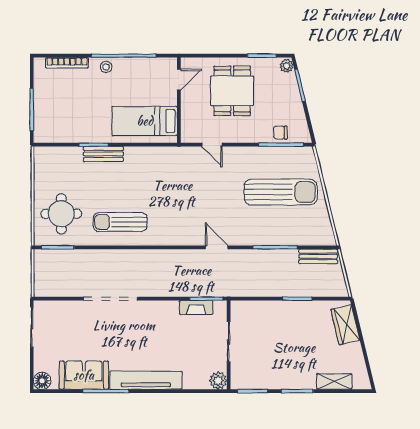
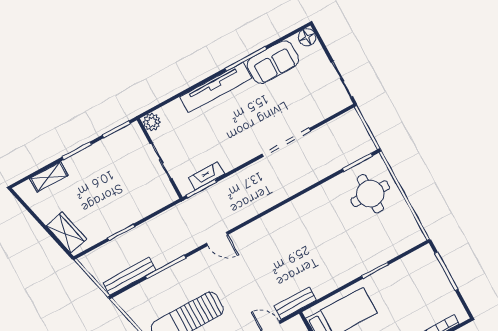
bench: (103, 154) -> (295, 303), moved
sun lounger: (120, 222) -> (314, 215), removed
bench: (318, 256) -> (129, 276), width x1.36

